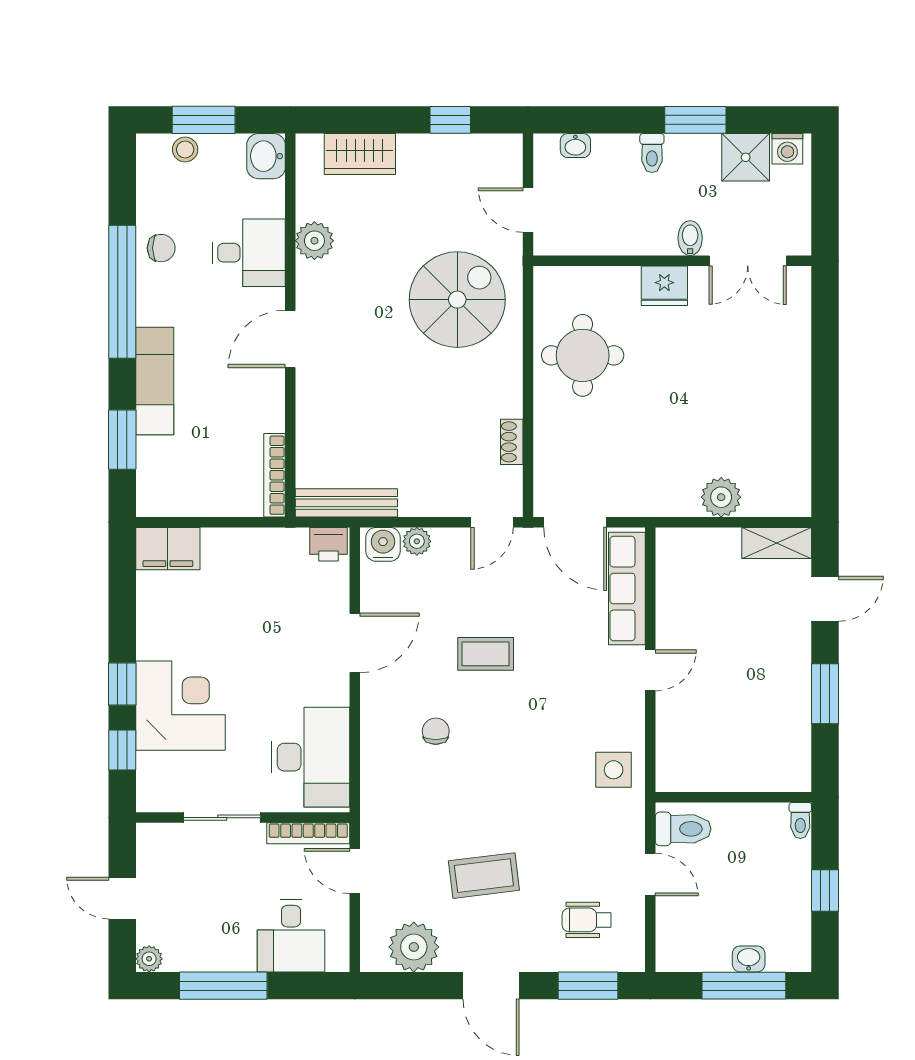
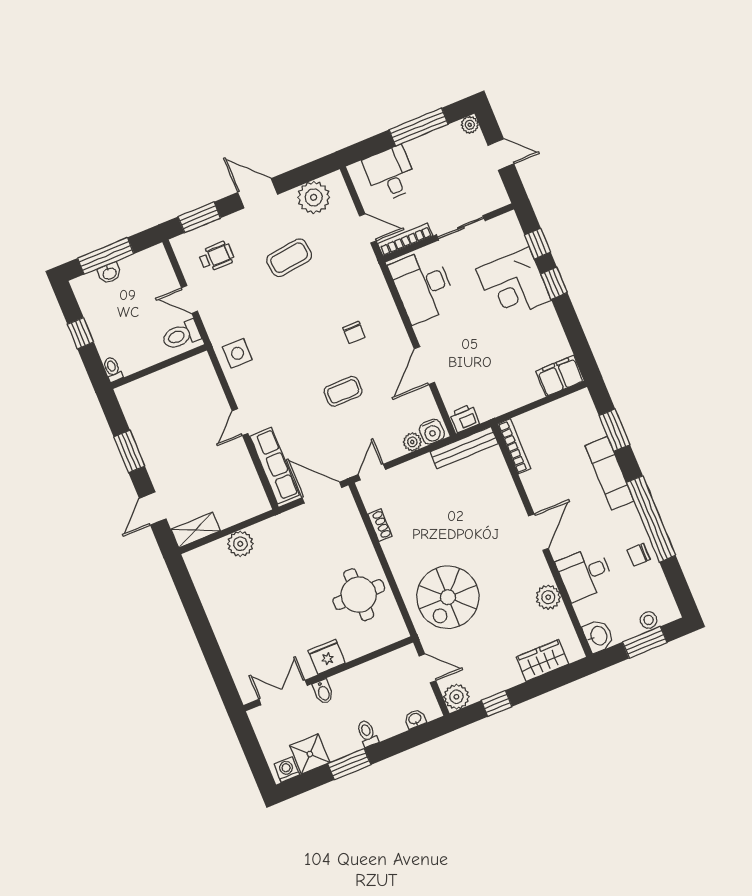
plant: (503, 153) -> (456, 697), added

